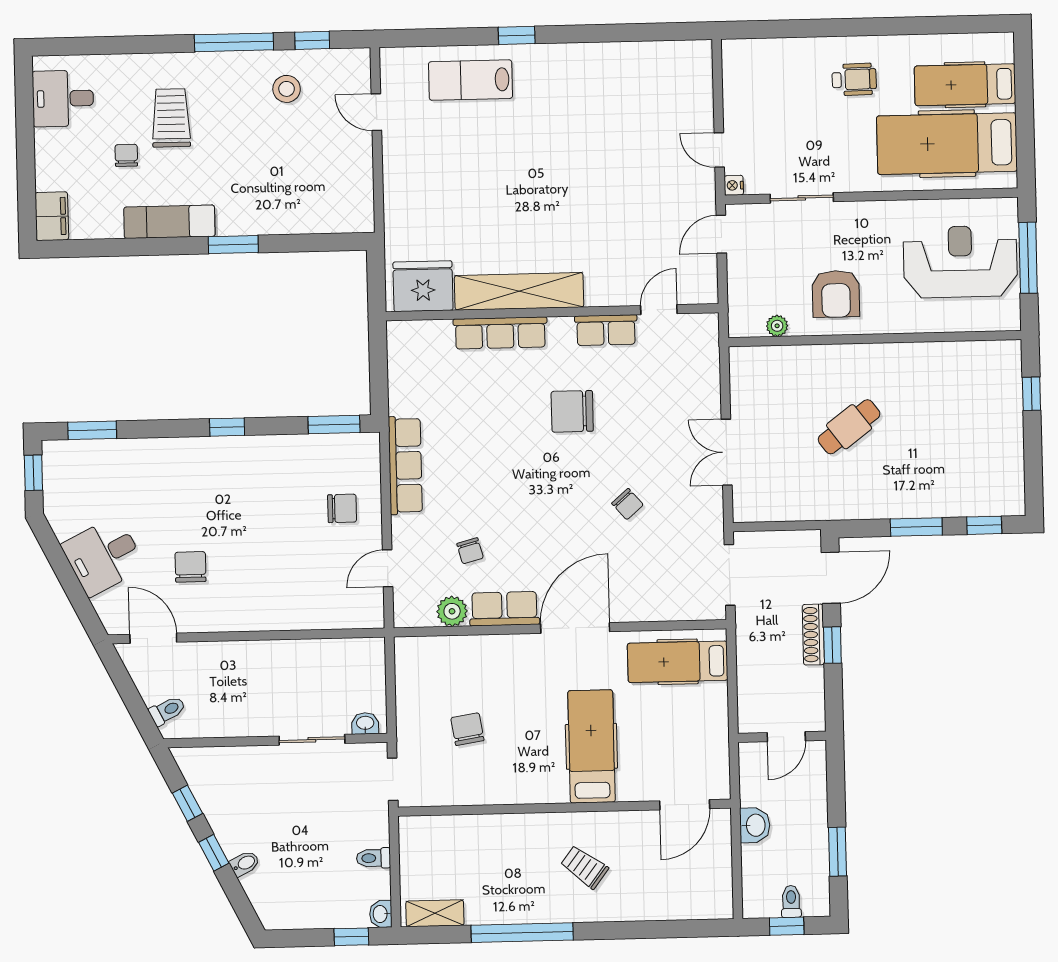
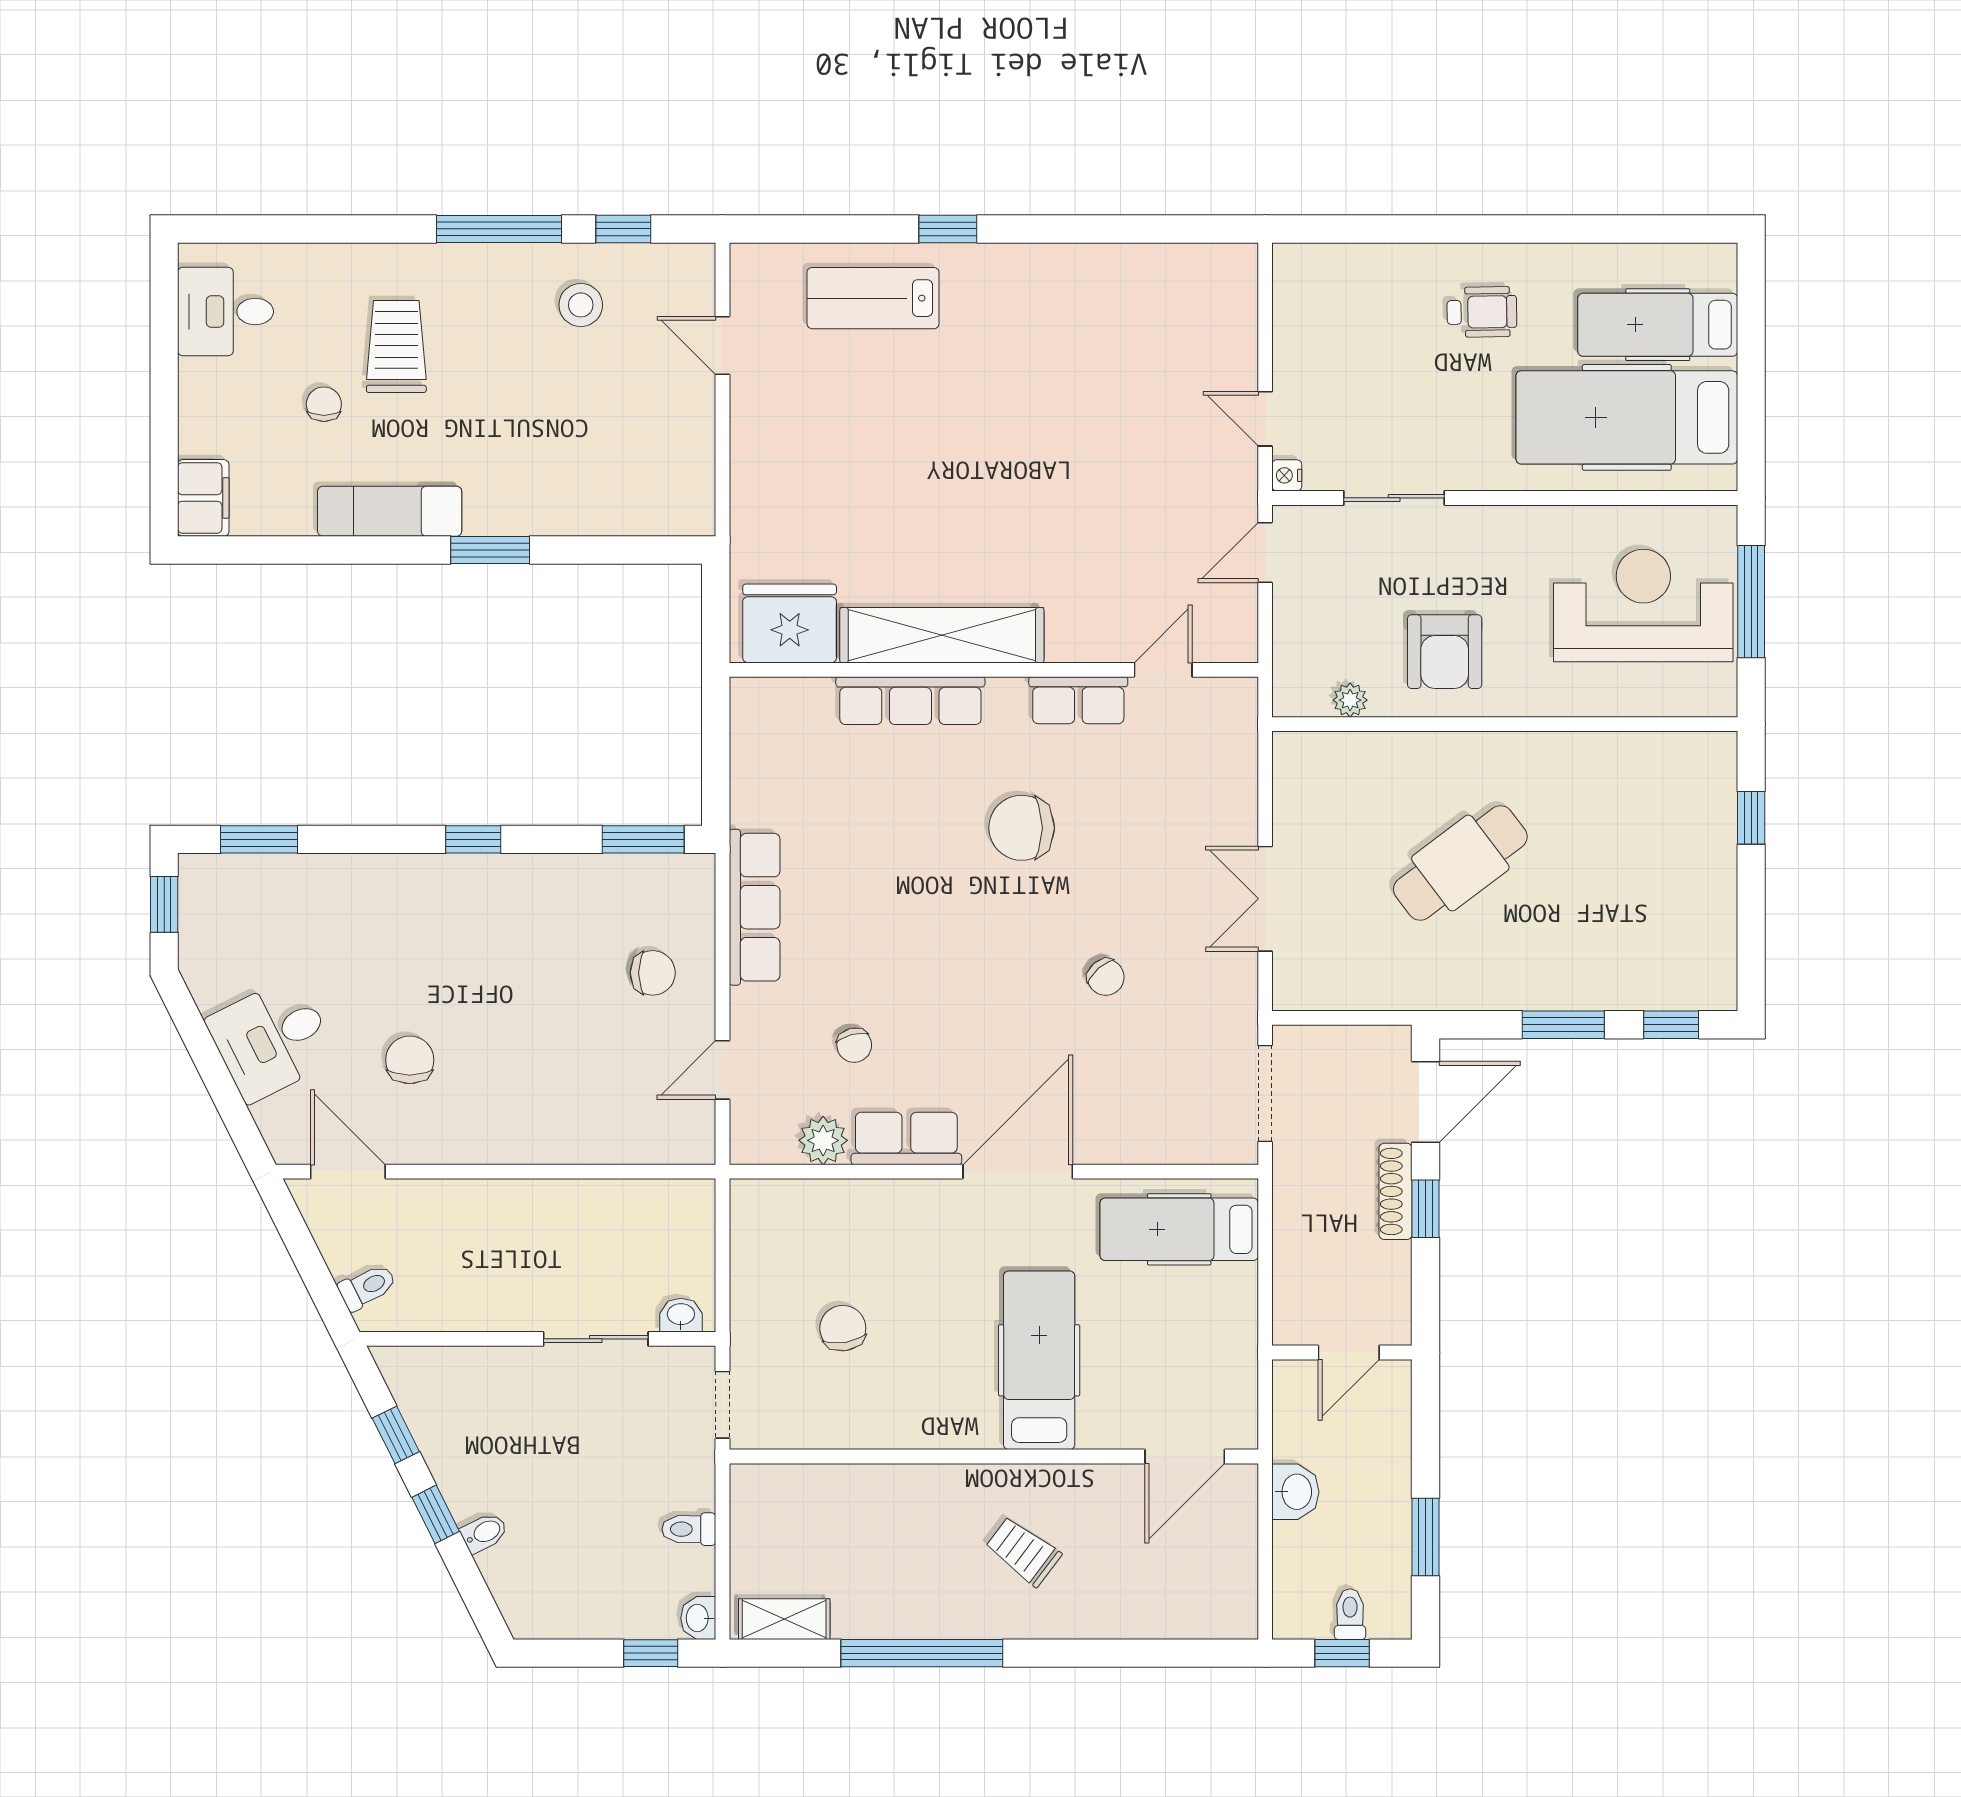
cafe table: (849, 427) -> (1460, 863), width x1.37, depth x1.35

